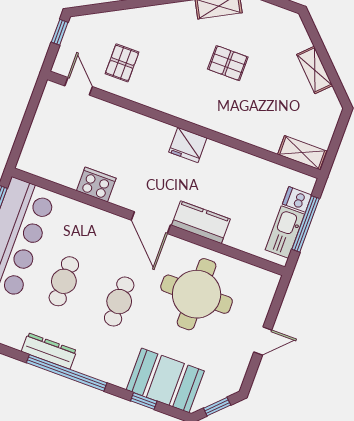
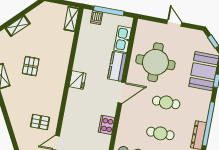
shelving: (315, 70) -> (18, 26), moved
kitchen sink: (285, 232) -> (123, 39), moved, turned 90

